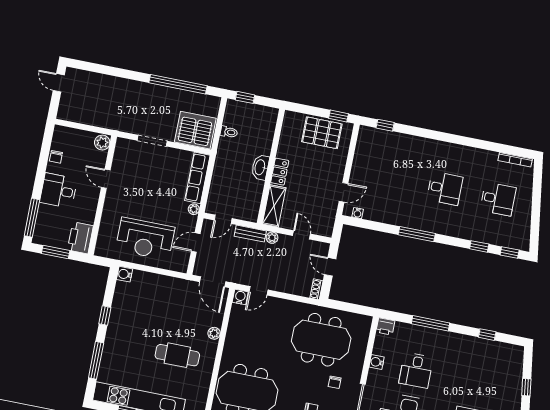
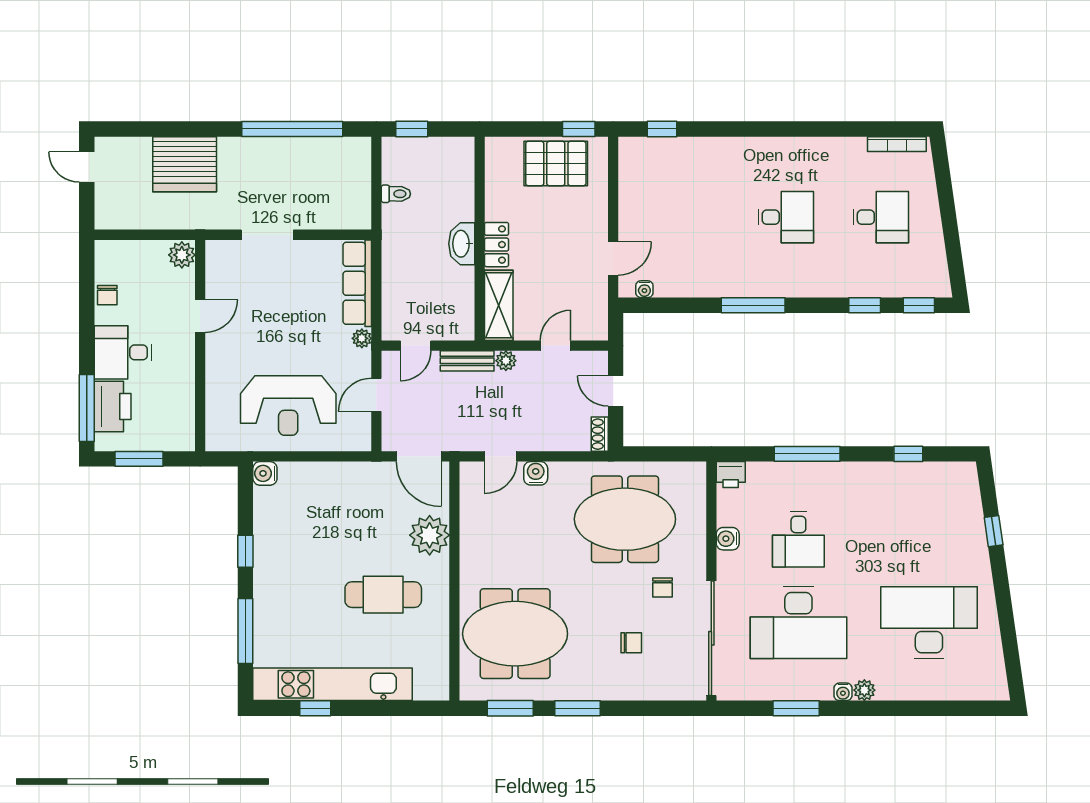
server rack: (195, 130) -> (185, 164), moved, turned 180
door: (106, 179) -> (200, 316), swing flipped
door: (302, 235) -> (556, 346), hinge flipped
printer: (80, 238) -> (113, 406), moved, turned 180
water cooler: (240, 297) -> (536, 473), moved
plant: (214, 333) -> (430, 535), width x1.88, depth x1.88

